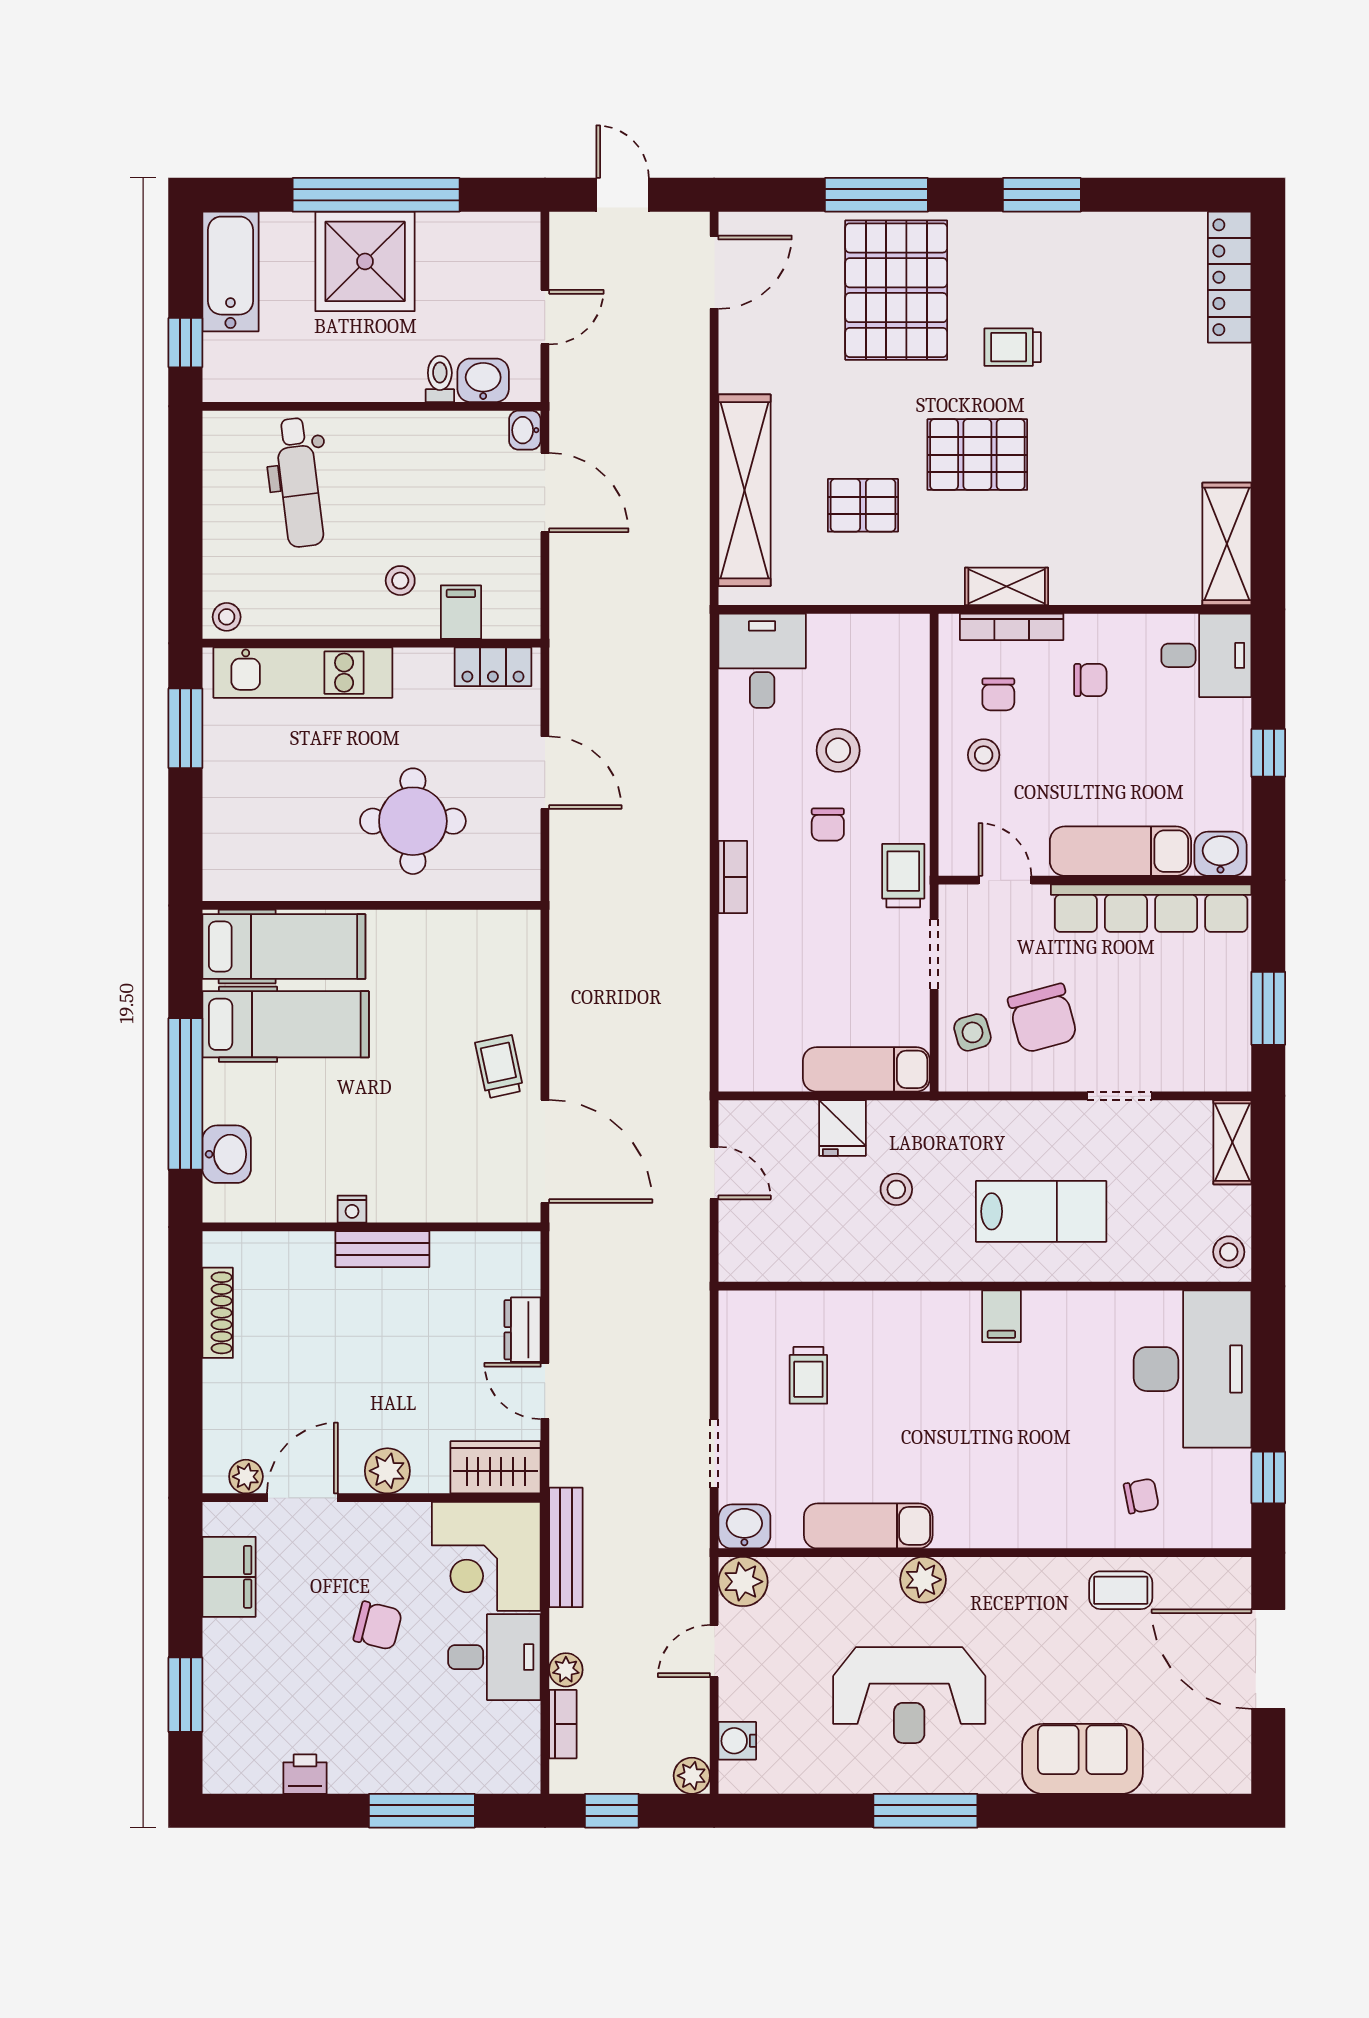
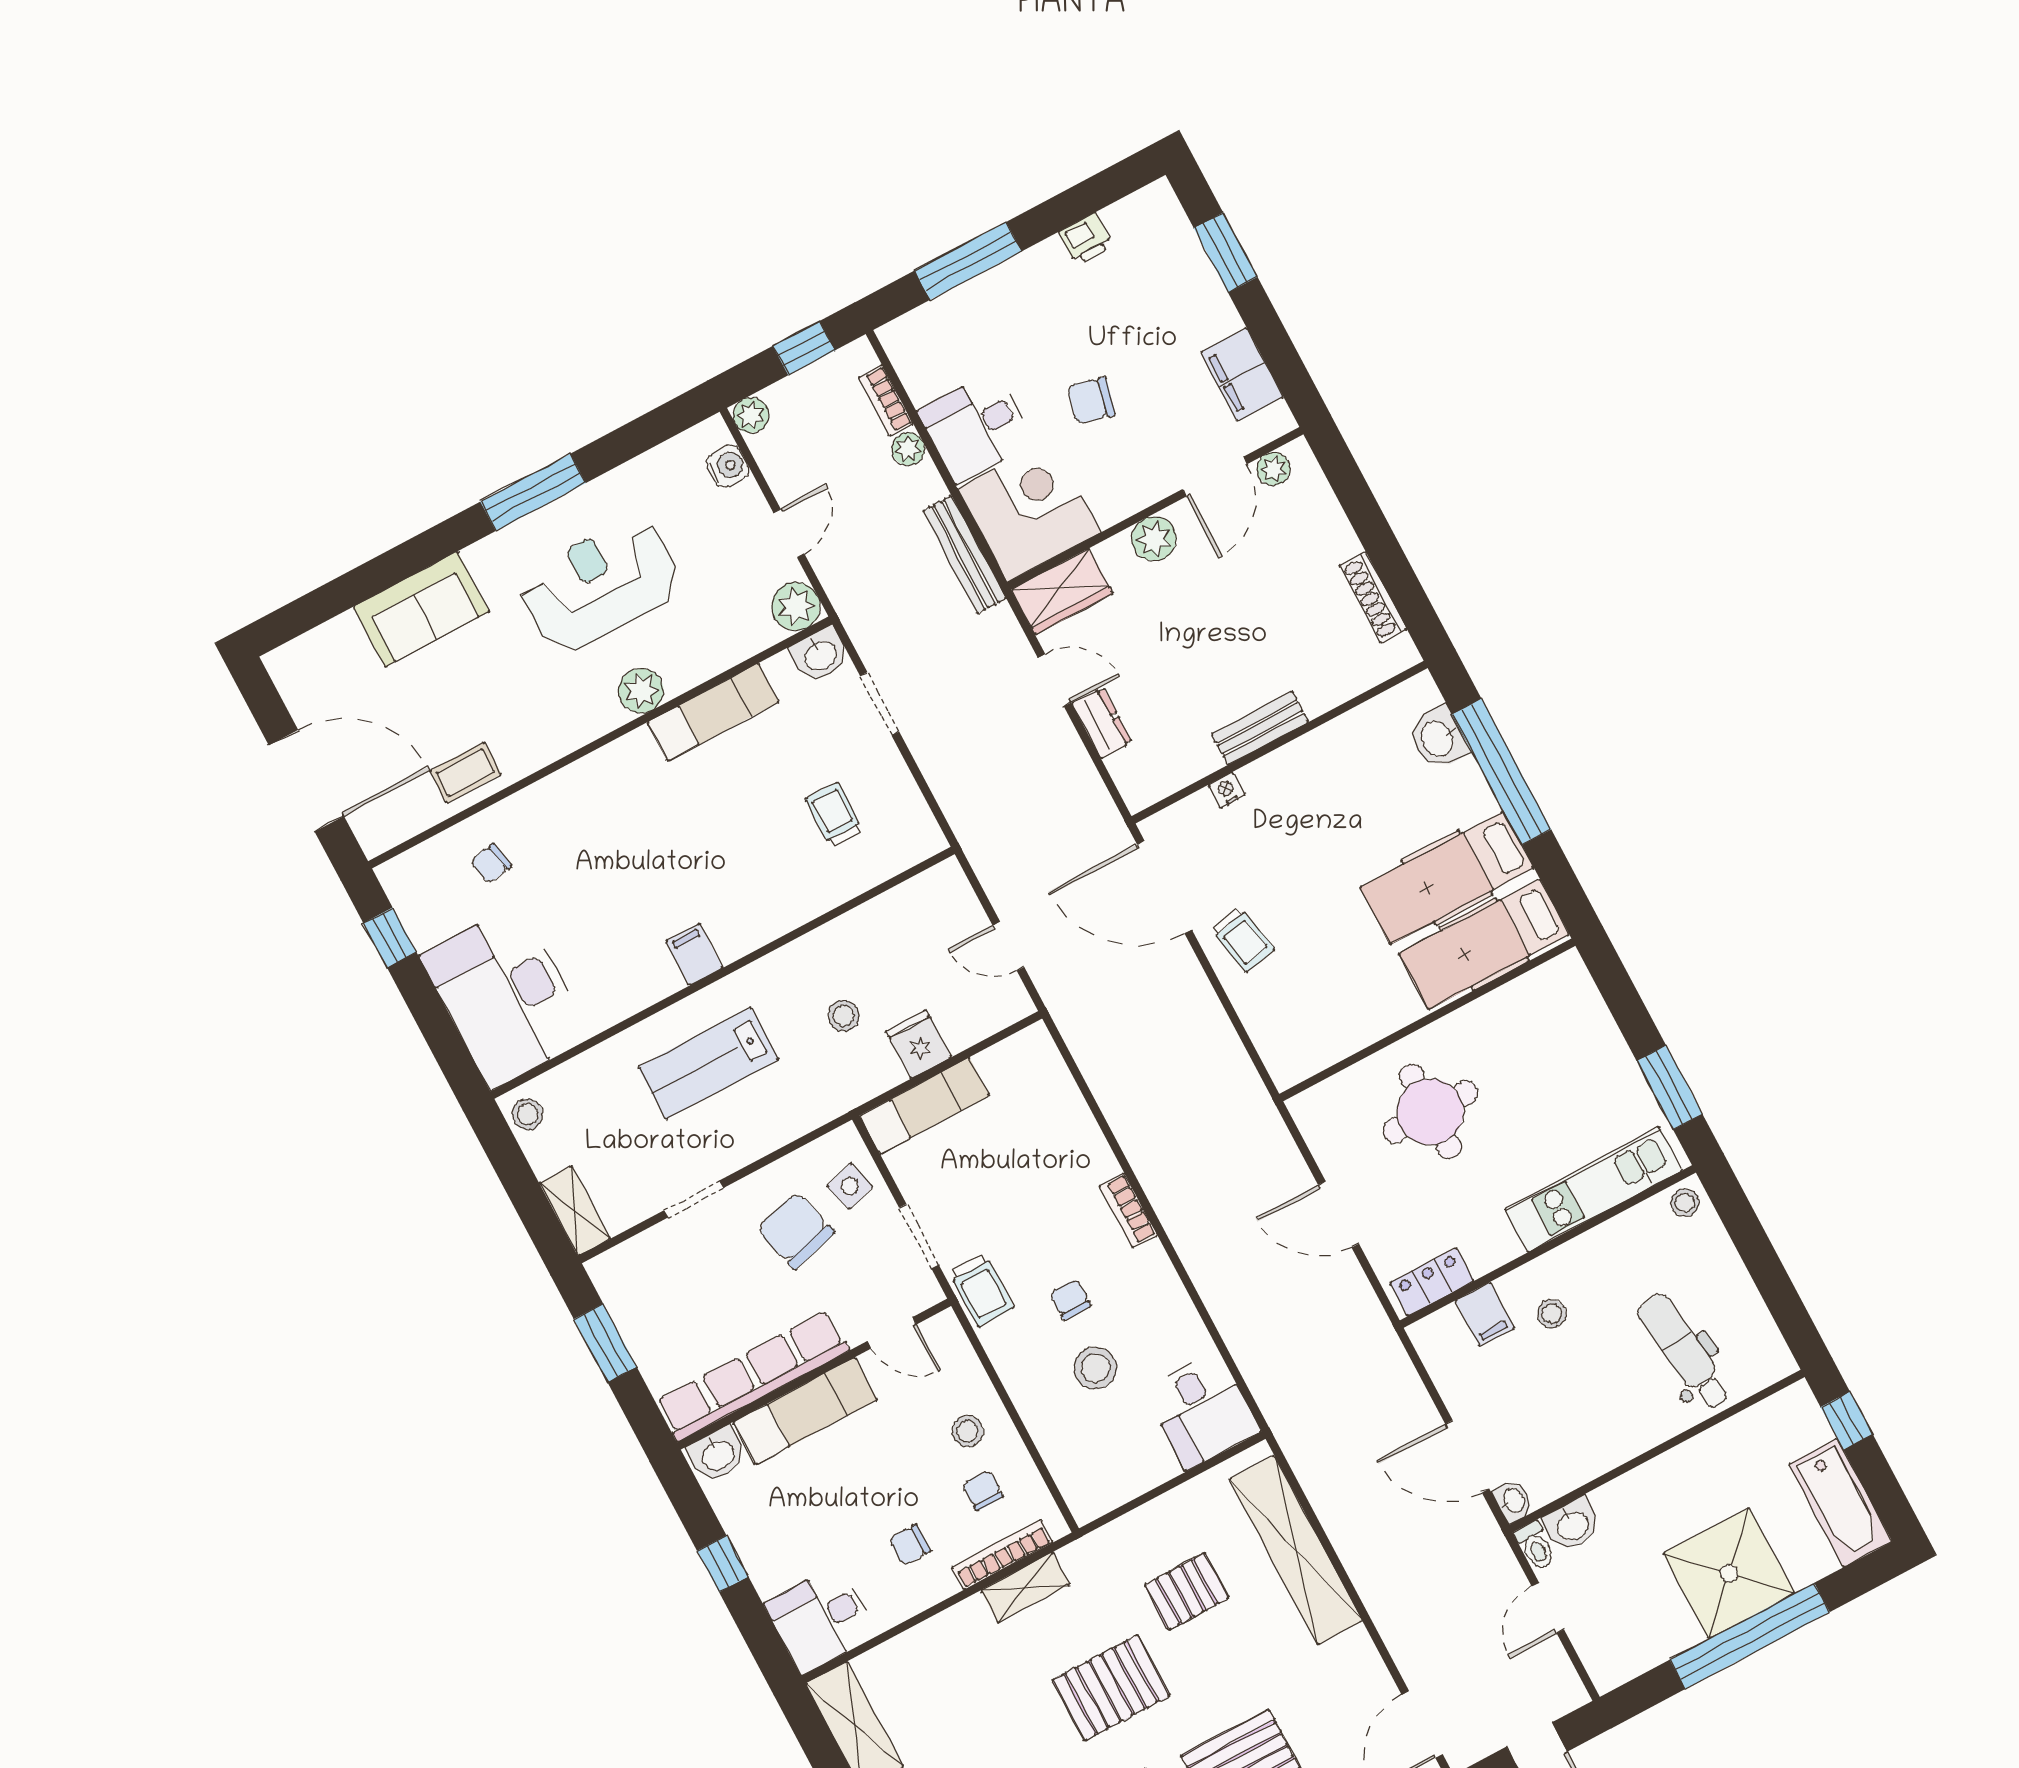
toilet: (440, 379) -> (1535, 1546), moved
nightstand: (352, 1209) -> (1227, 790), moved

